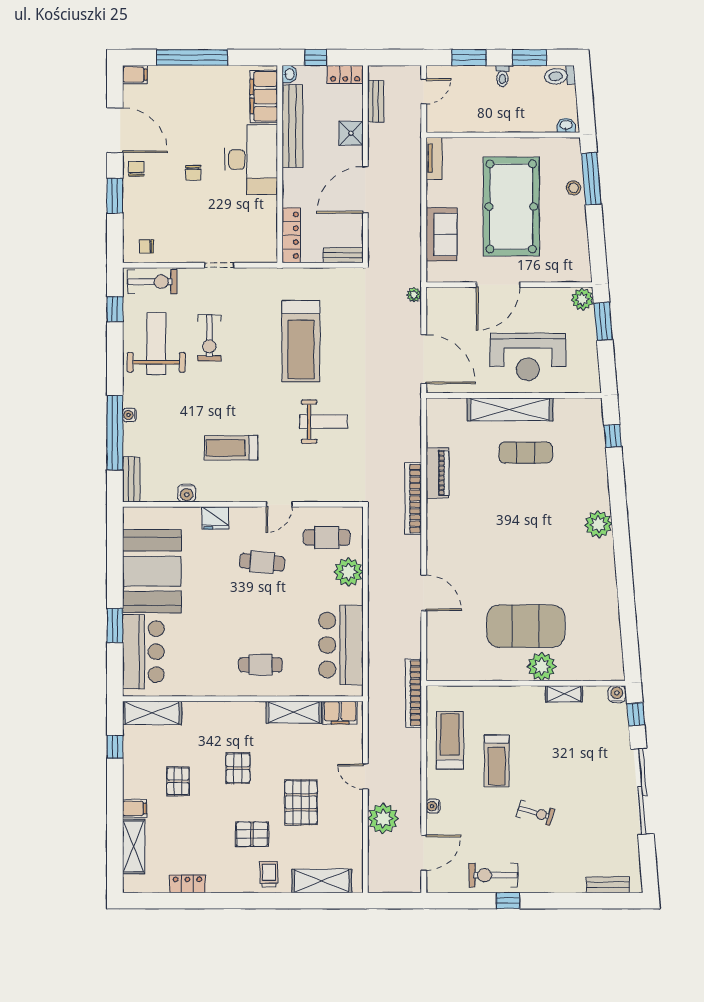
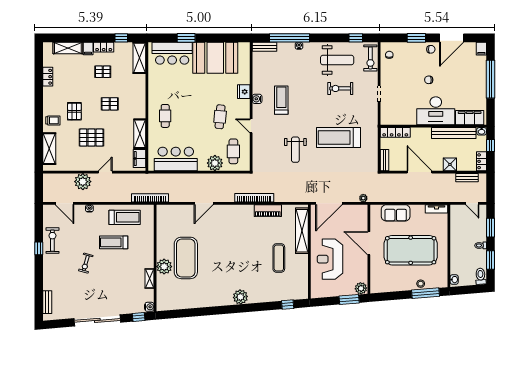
shelving: (510, 409) -> (302, 231), moved
water cooler: (187, 493) -> (257, 99), moved
locker: (132, 779) -> (104, 47), added

